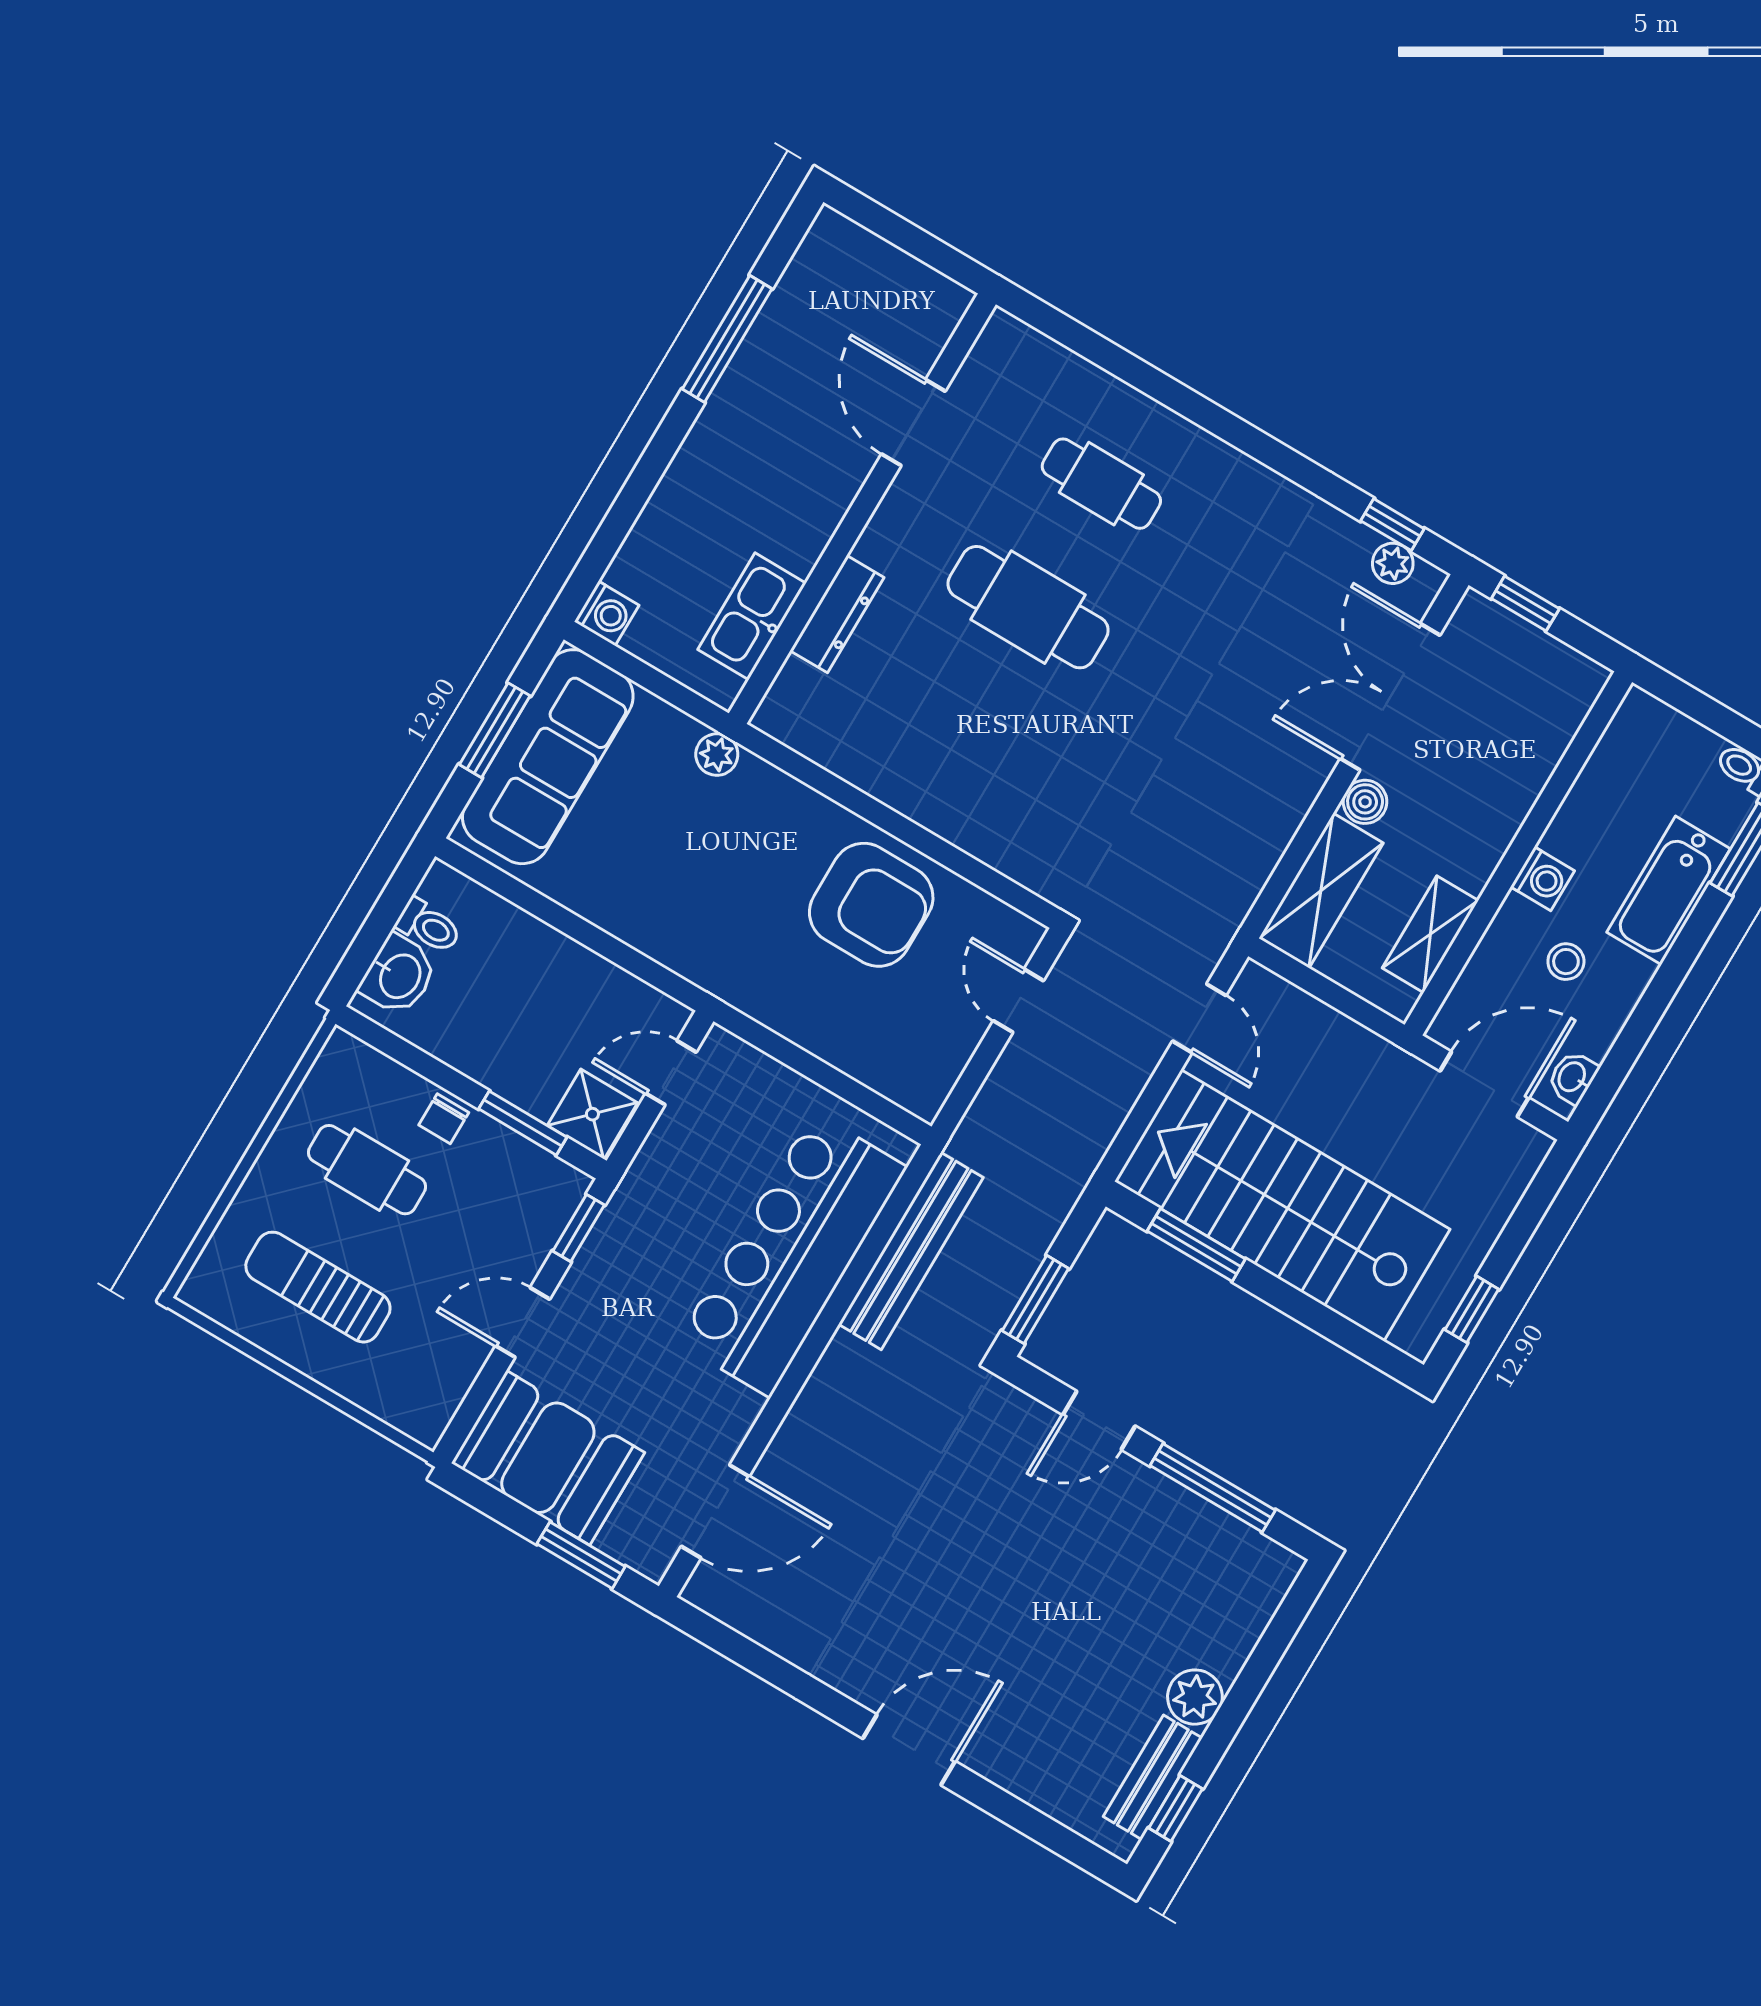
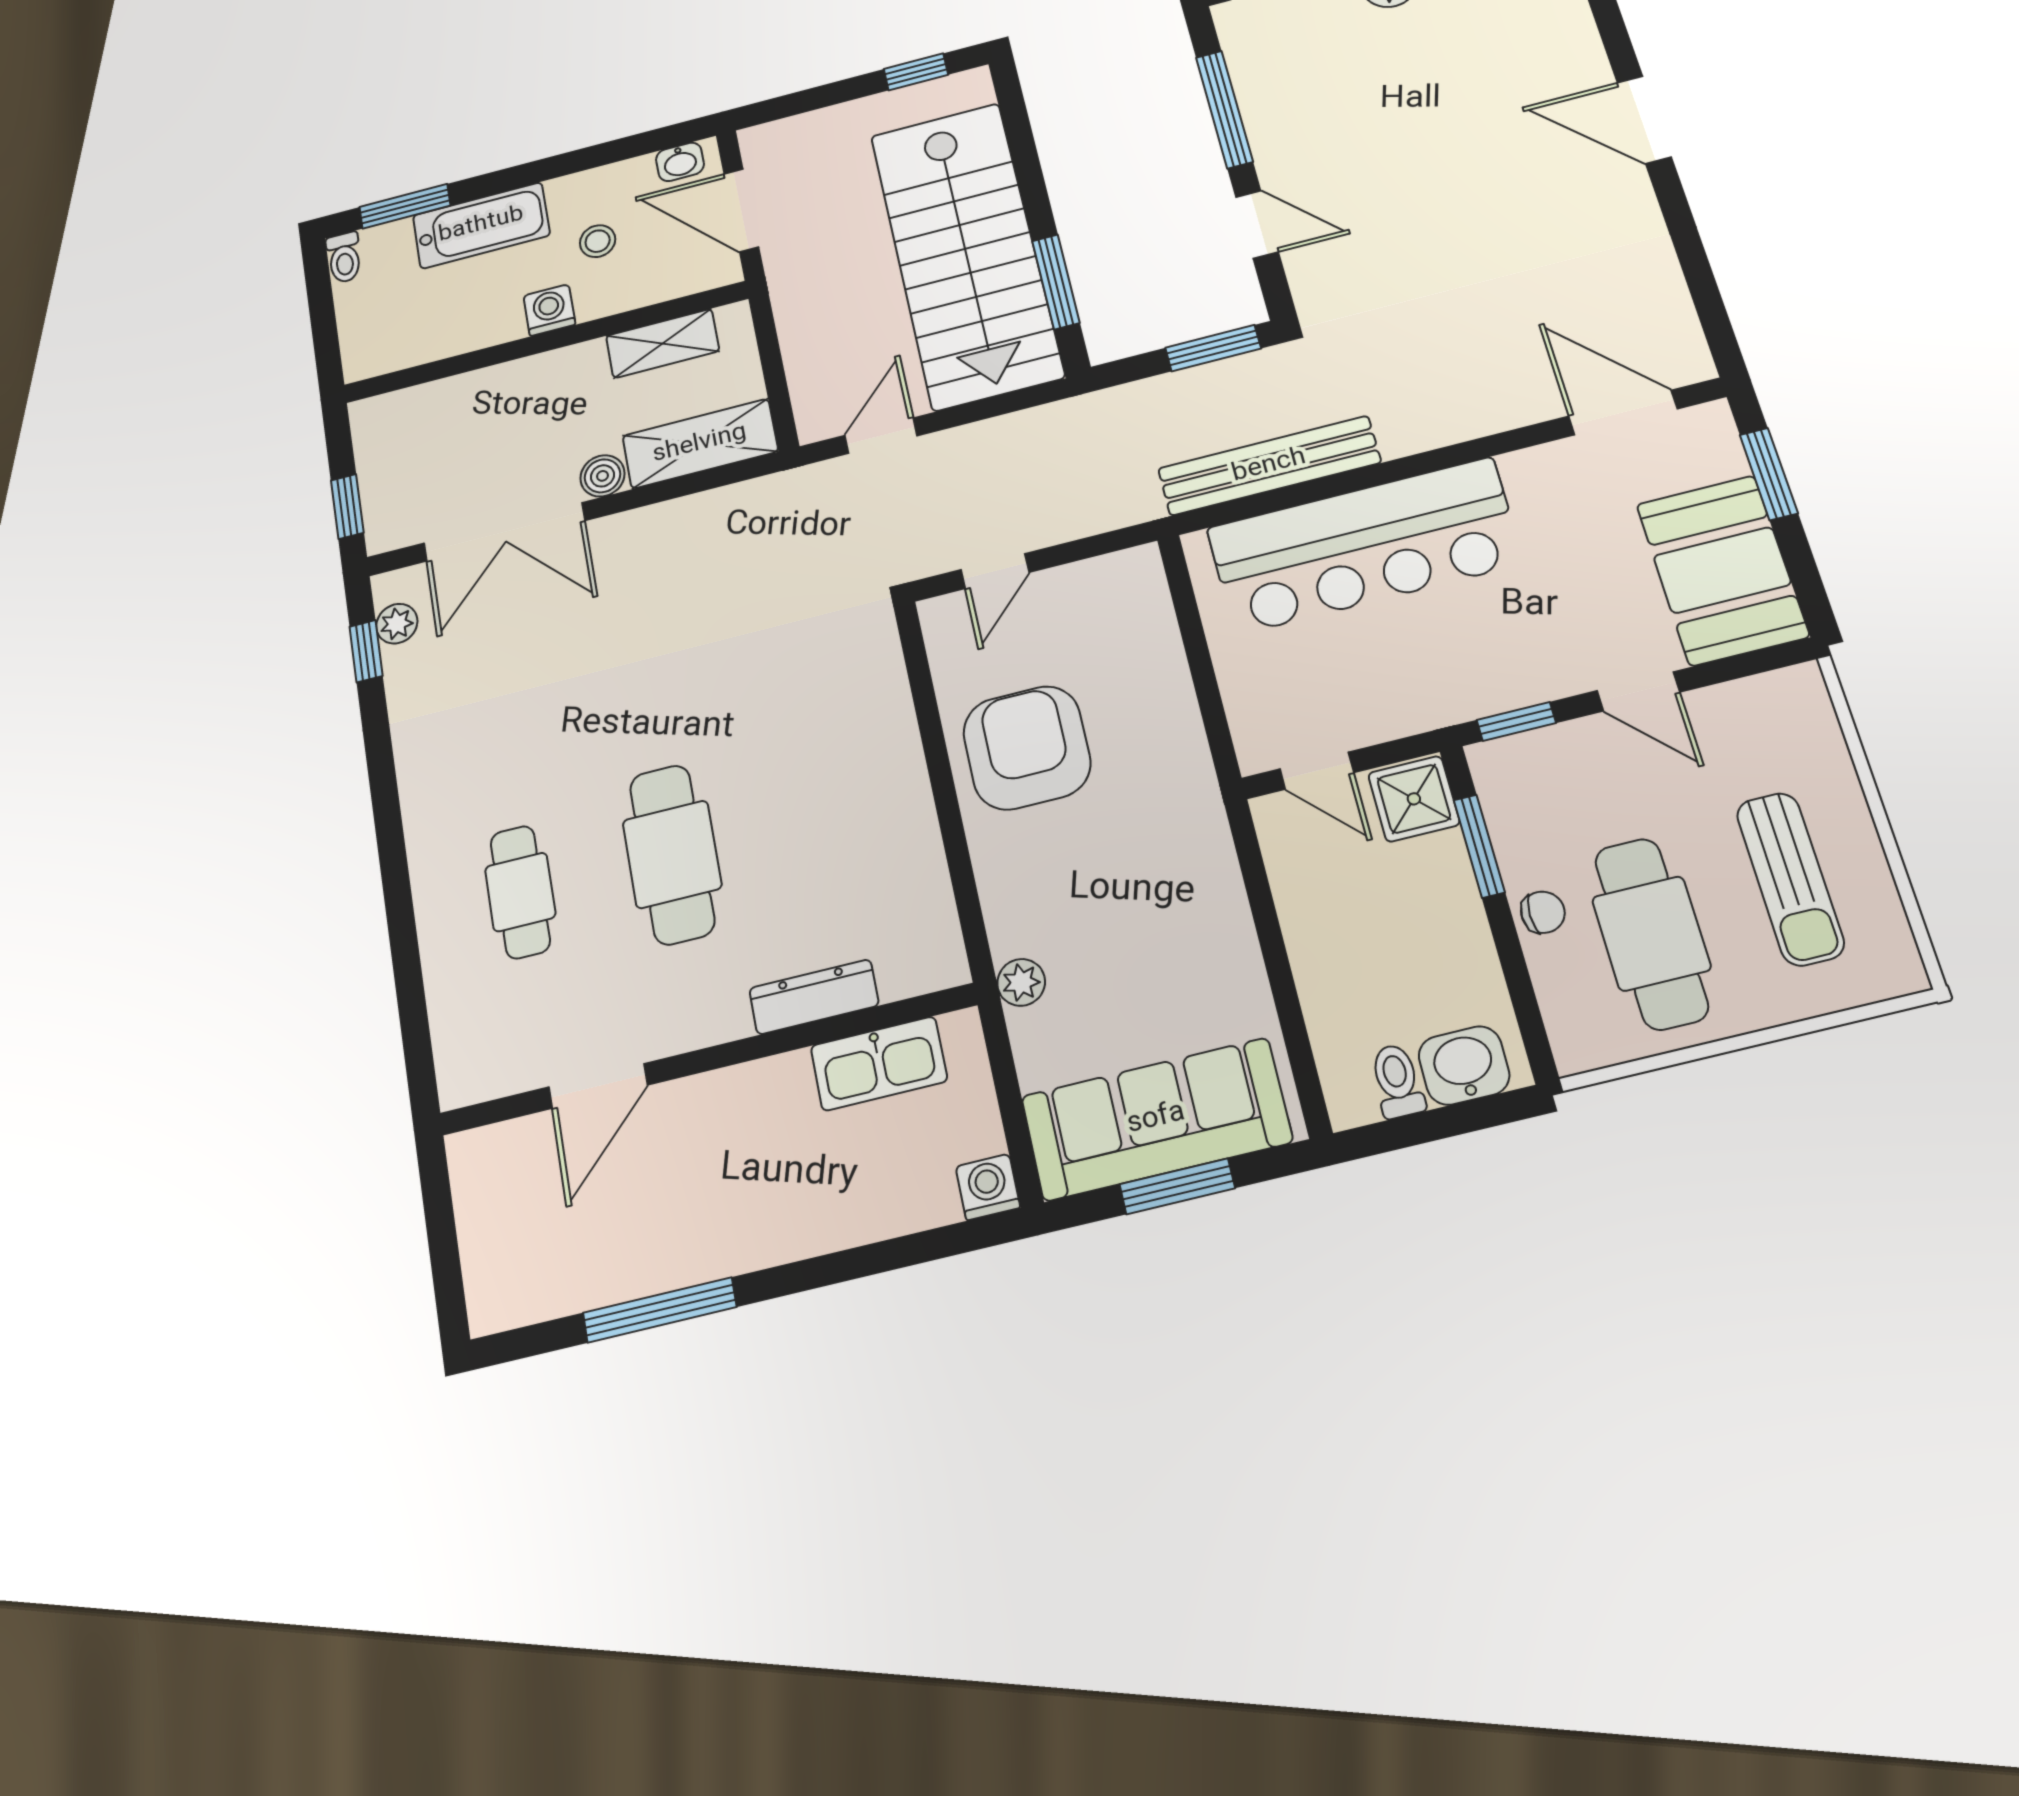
cafe table: (367, 1170) -> (1651, 934), width x1.37, depth x1.35

